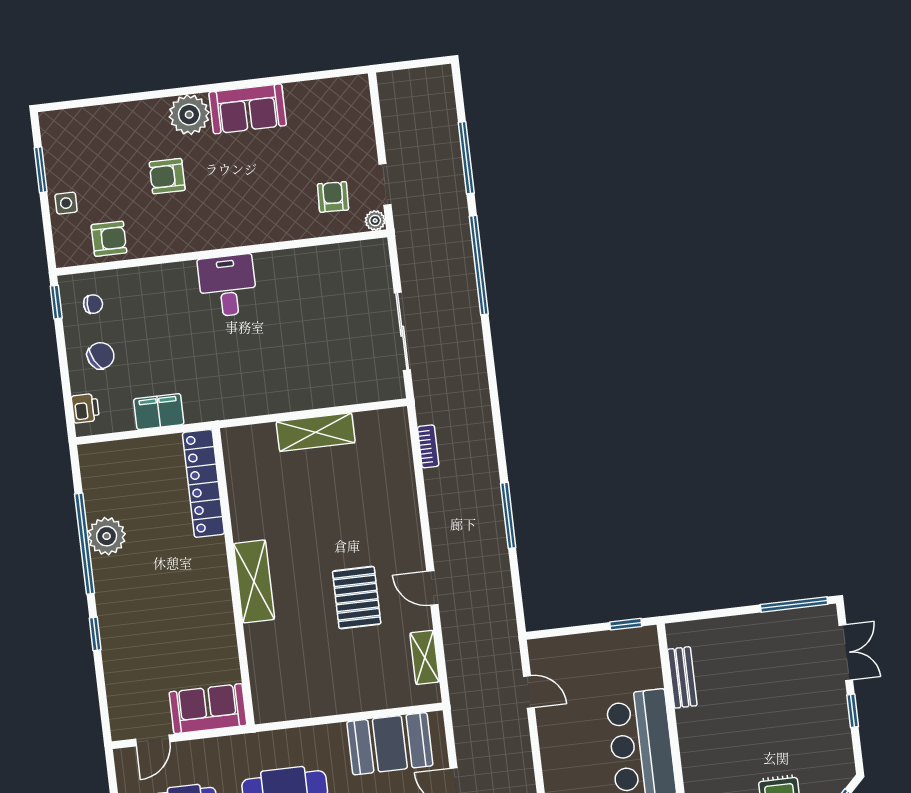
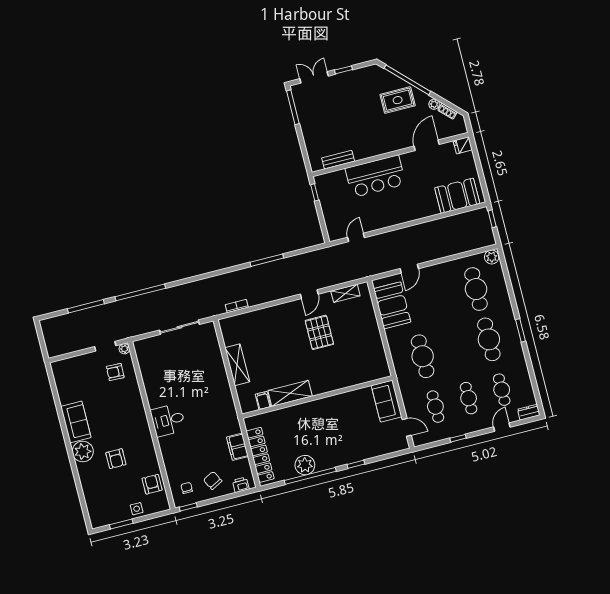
filing cabinet: (241, 472) -> (263, 400), added
locker: (203, 483) -> (260, 455), moved, turned -90
shelving: (254, 581) -> (290, 393), moved
pallet: (357, 598) -> (319, 332), turned 90

